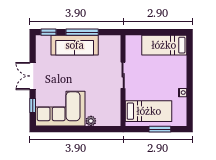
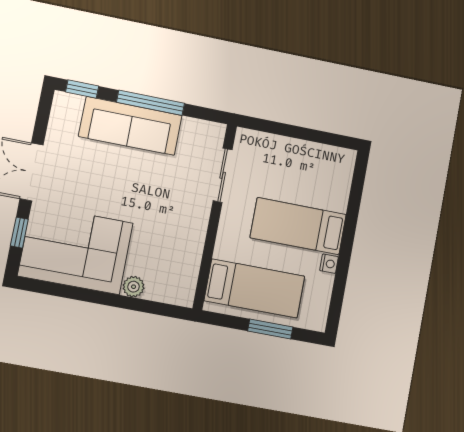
bed: (164, 45) -> (298, 226), moved
sliding door: (123, 75) -> (223, 175), moved

